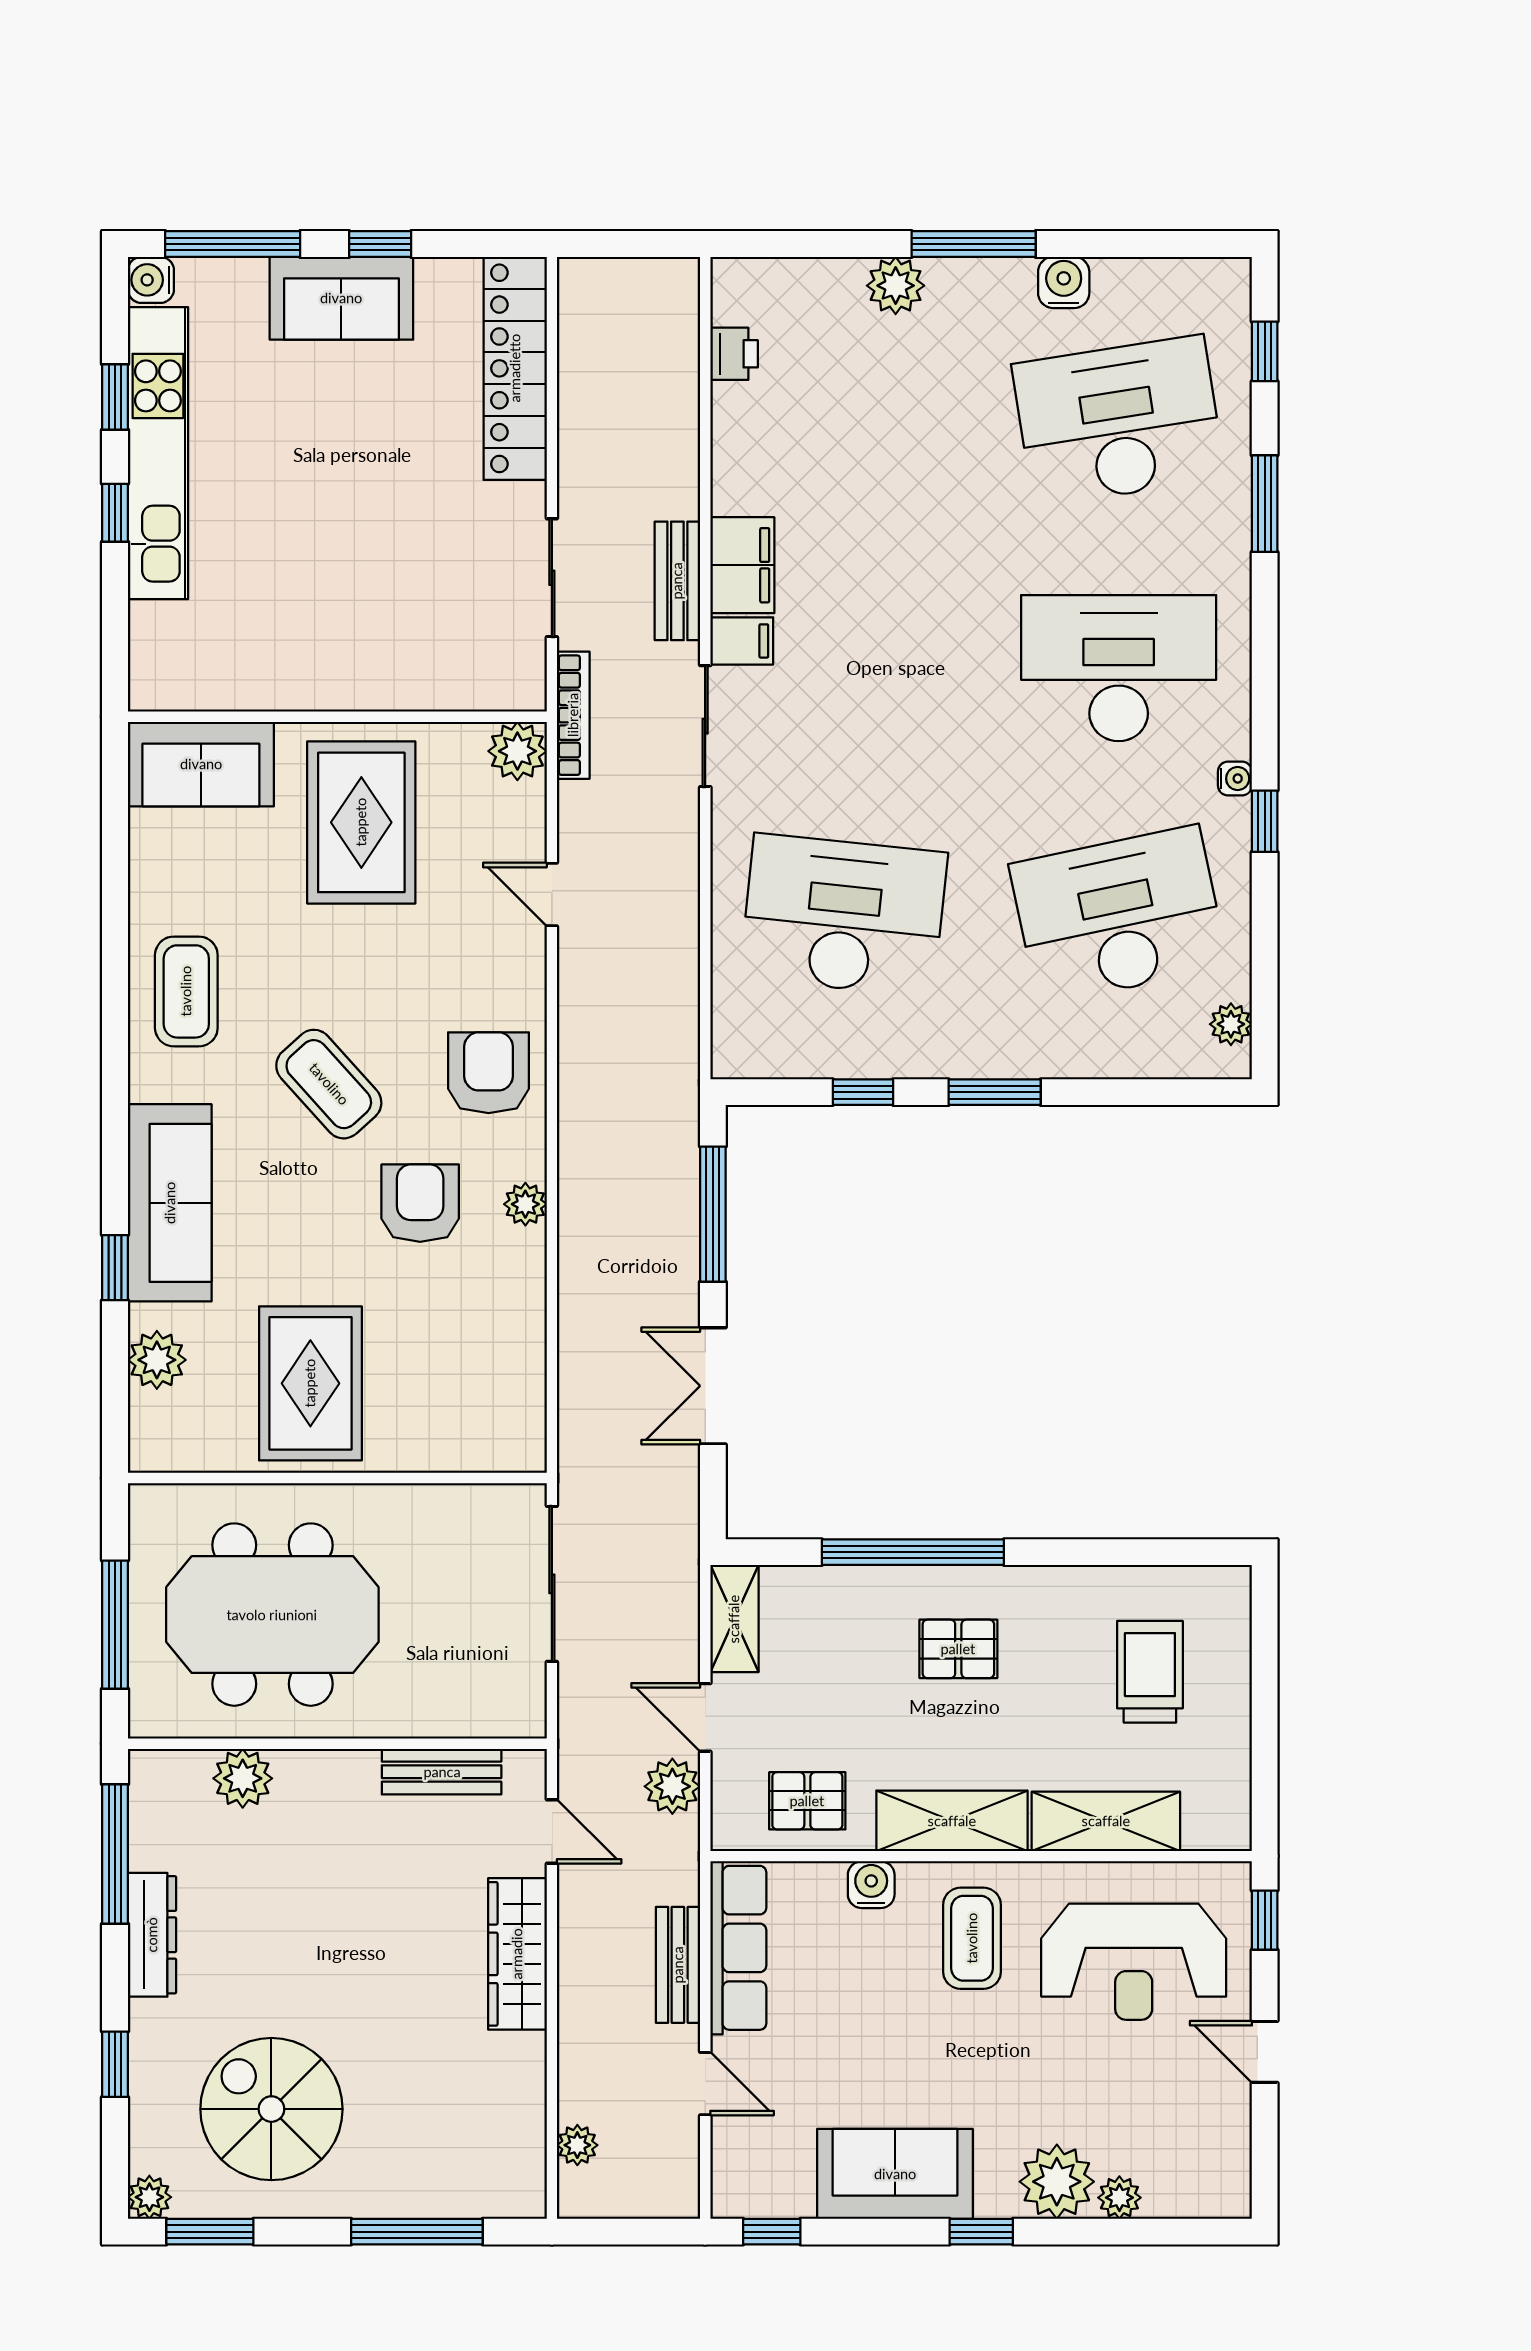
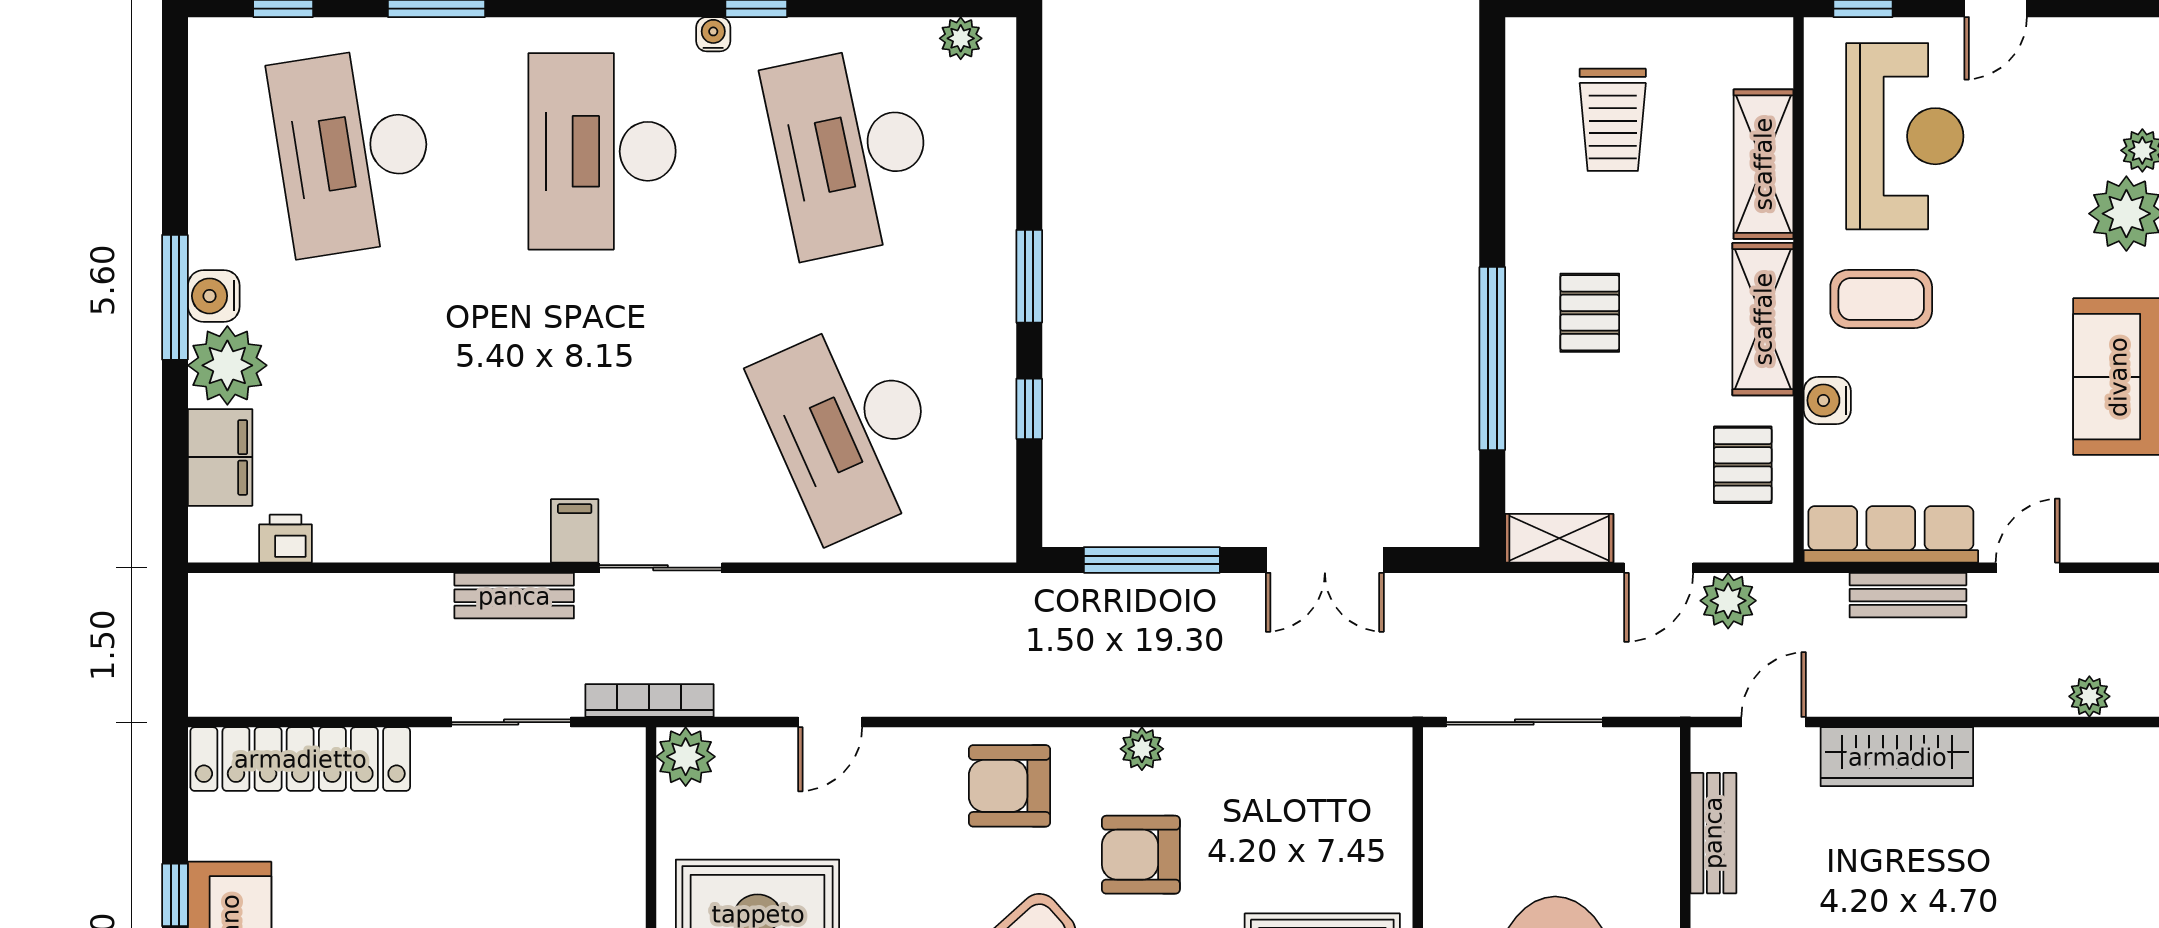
water cooler: (1064, 282) -> (214, 296), moved
plant: (896, 286) -> (227, 365), width x1.36, depth x1.36
filing cabinet: (742, 565) -> (220, 457), moved, turned 90
desk: (844, 915) -> (851, 428), turned -30
trolley: (1150, 1672) -> (1613, 120), turned -90

